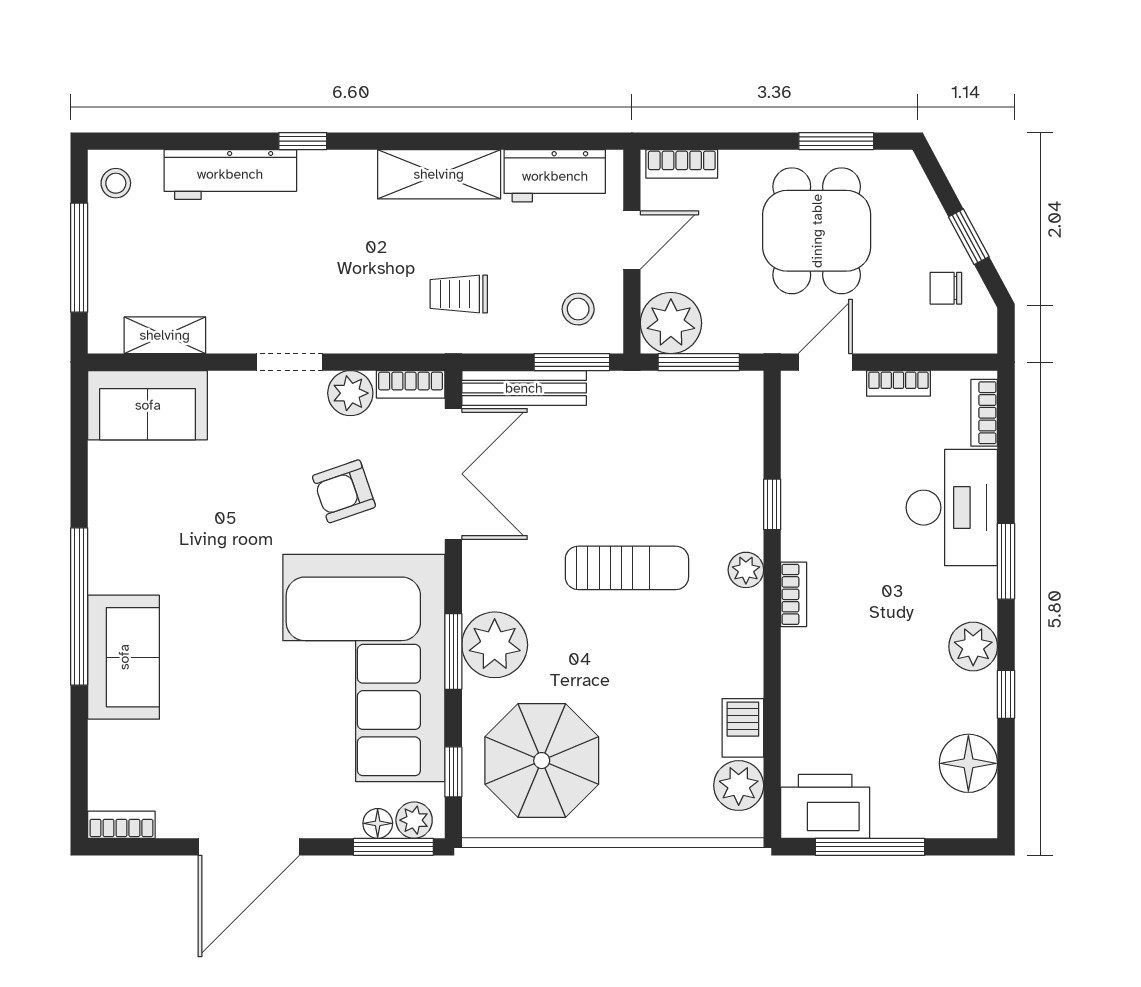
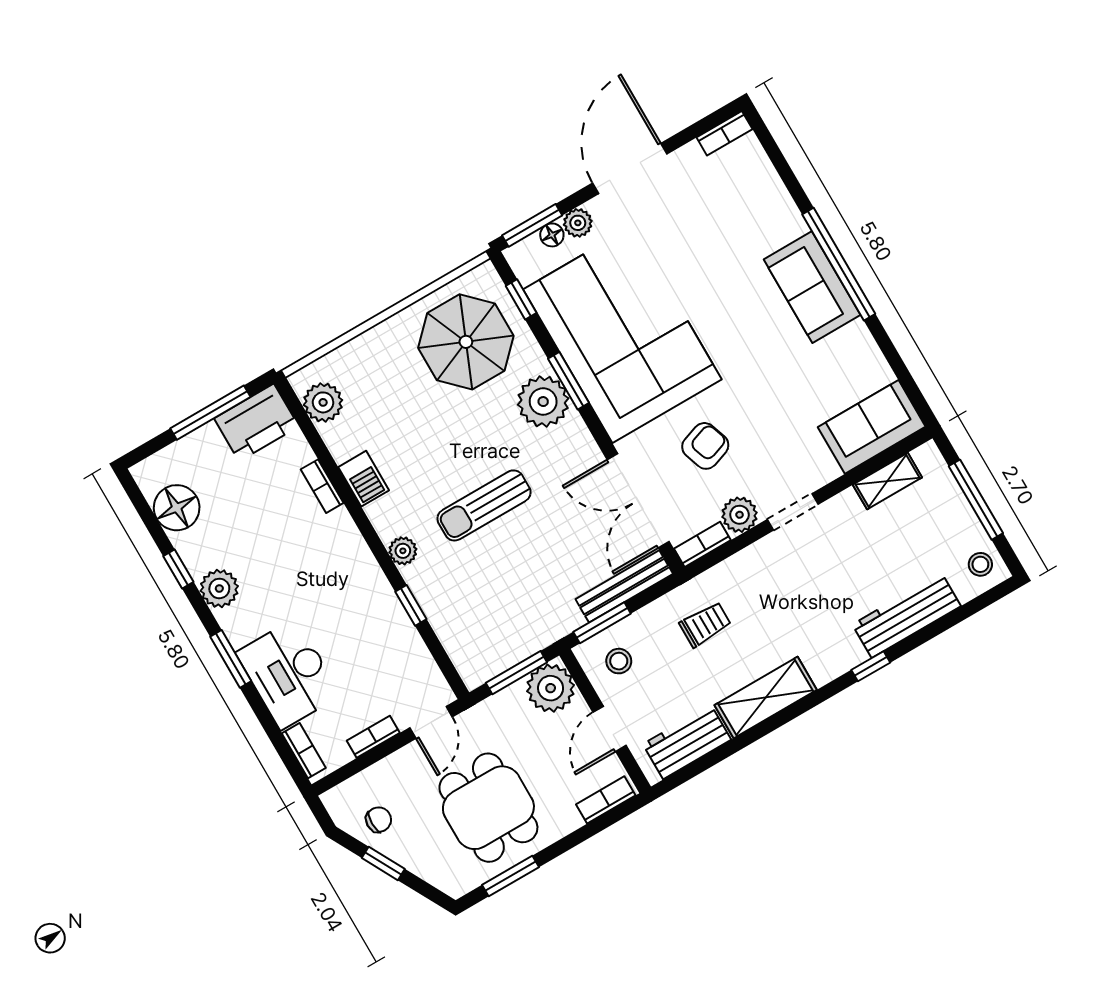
bookcase: (794, 594) -> (322, 486), moved
sofa: (124, 657) -> (812, 287), moved
barbecue: (743, 728) -> (364, 479), moved
plant: (414, 820) -> (578, 223), moved

